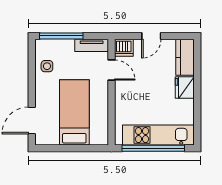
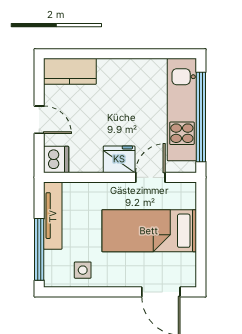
tv unit: (92, 45) -> (53, 216), width x1.41
door: (111, 70) -> (150, 177), moved
fridge: (185, 88) -> (119, 159), moved, turned 180

